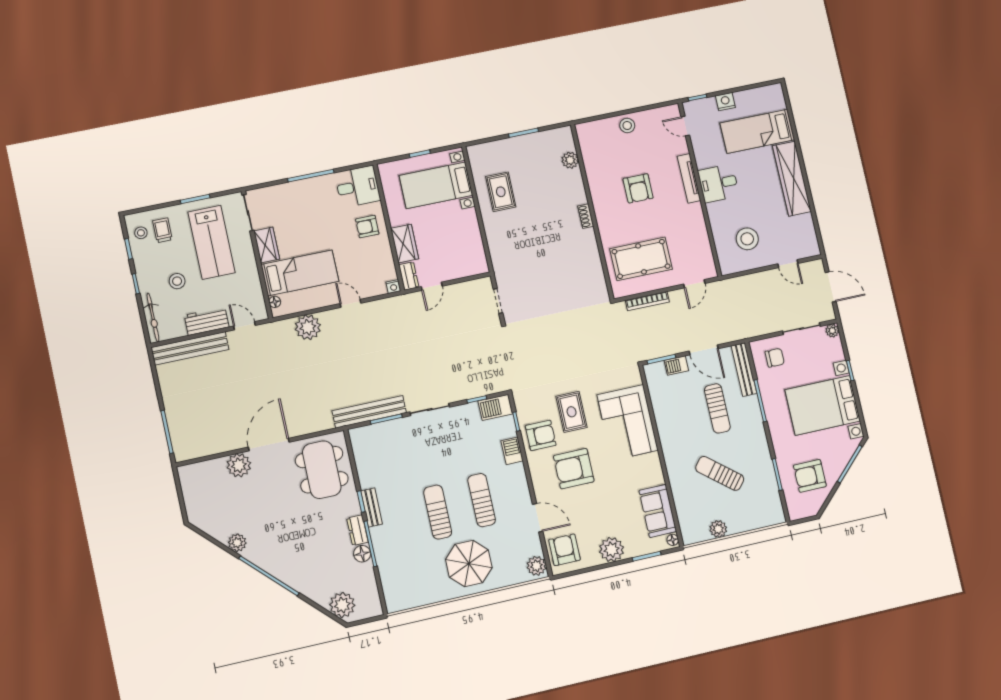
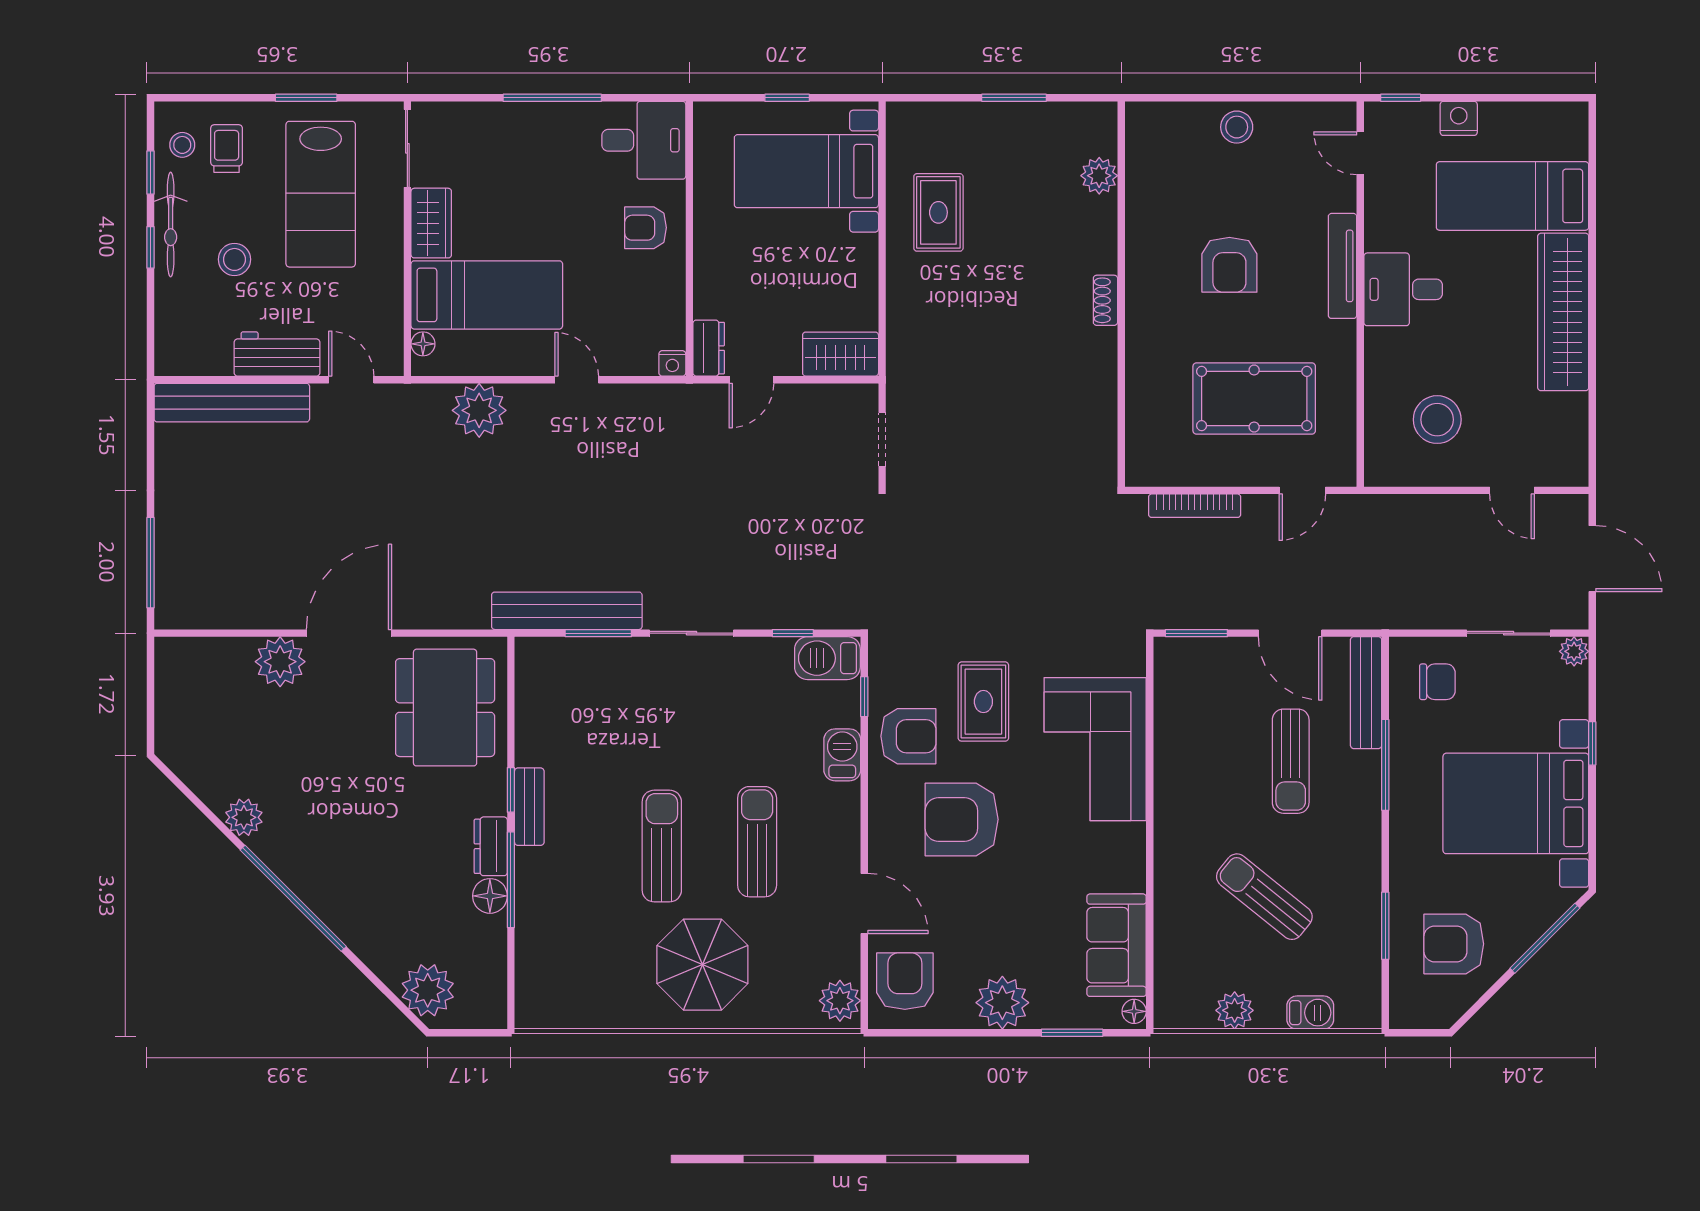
wardrobe: (405, 244) -> (841, 354), moved, turned -90
pool table: (641, 259) -> (1254, 399), moved
bicycle: (153, 317) -> (171, 225), moved
barbecue: (676, 366) -> (1310, 1013), moved, turned 180

